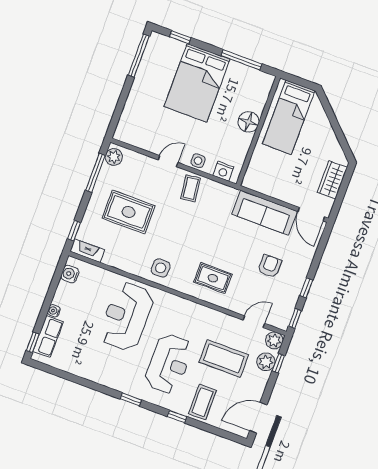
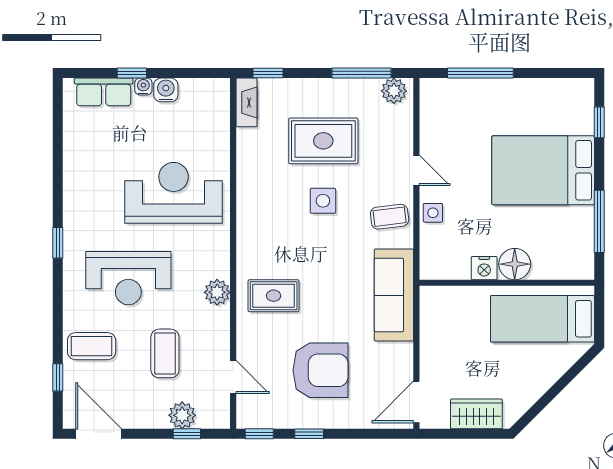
window: (139, 56) -> (480, 73), moved
nightstand: (223, 171) -> (484, 268), moved, turned -90
rug: (129, 212) -> (323, 141), turned 90
sofa: (265, 213) -> (394, 295), moved
armchair: (270, 266) -> (320, 370), width x1.88, depth x1.88
side table: (161, 268) -> (323, 201), moved
water cooler: (70, 274) -> (166, 90), moved
rug: (213, 278) -> (274, 296), turned 90
plant: (274, 340) -> (217, 292), moved
window: (33, 342) -> (132, 73), moved
coffee table: (224, 358) -> (165, 353), width x0.73, depth x0.76
window: (177, 416) -> (58, 377), moved

